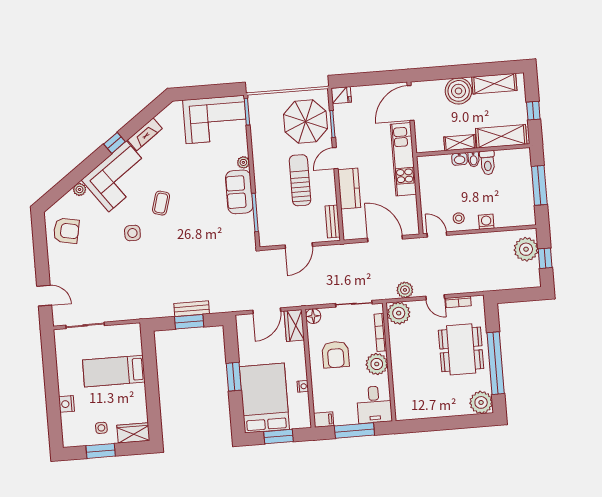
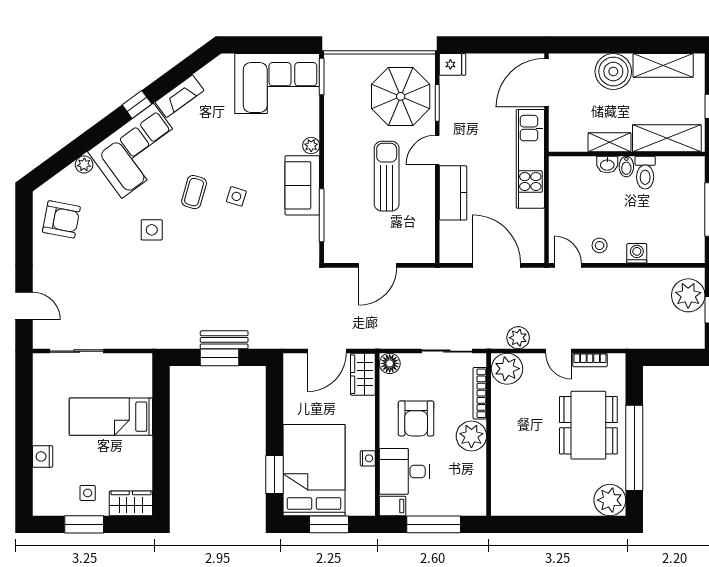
side table: (192, 204) -> (236, 196), added
bench: (333, 222) -> (427, 236), removed
window: (234, 377) -> (275, 474), moved
desk: (374, 405) -> (404, 471), moved, turned 90

